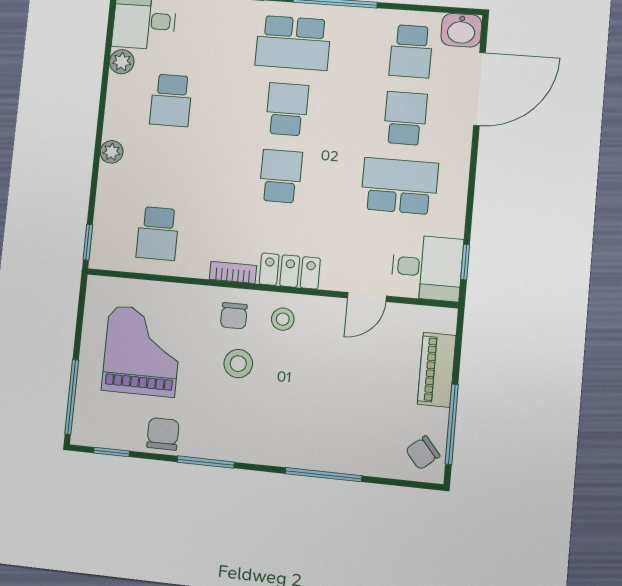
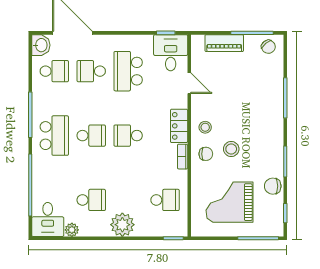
school desk: (287, 109) -> (91, 136), turned 180
plant: (112, 152) -> (122, 225), width x1.88, depth x1.88

